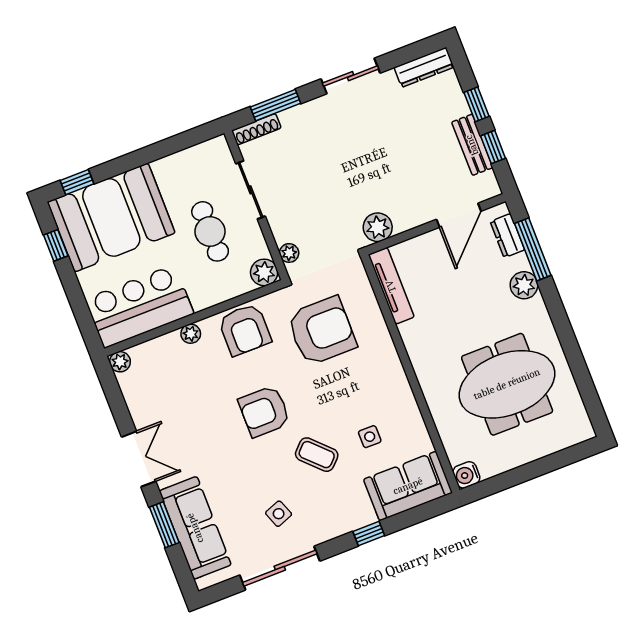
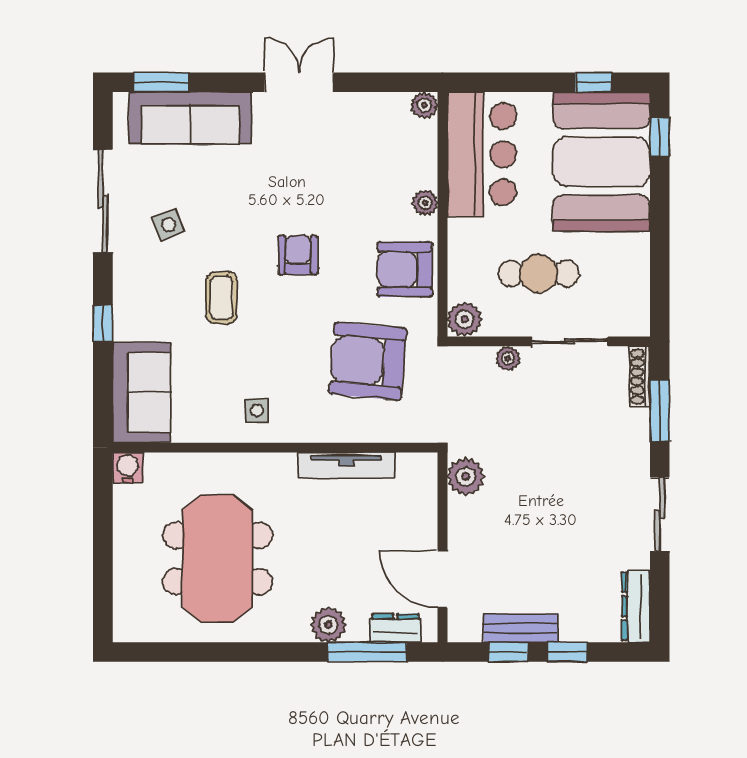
plant: (289, 253) -> (508, 358), moved
tv unit: (391, 286) -> (346, 465), moved
armchair: (322, 331) -> (368, 361), turned 95
armchair: (264, 411) -> (298, 255), width x0.72, depth x0.72
side table: (370, 437) -> (257, 410), moved
coffee table: (317, 455) -> (222, 298), turned -45
double door: (139, 459) -> (299, 82), swing flipped
window: (164, 525) -> (161, 82), moved

